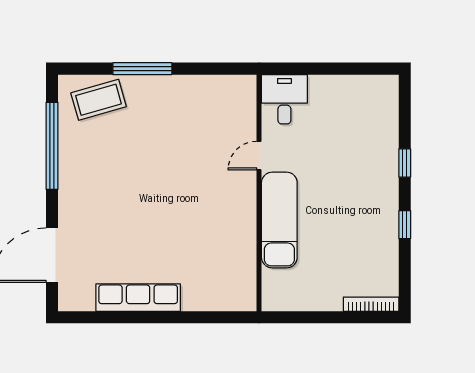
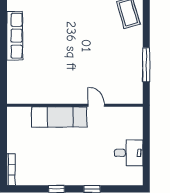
window: (142, 69) -> (146, 65), moved
desk: (284, 99) -> (129, 153), moved

